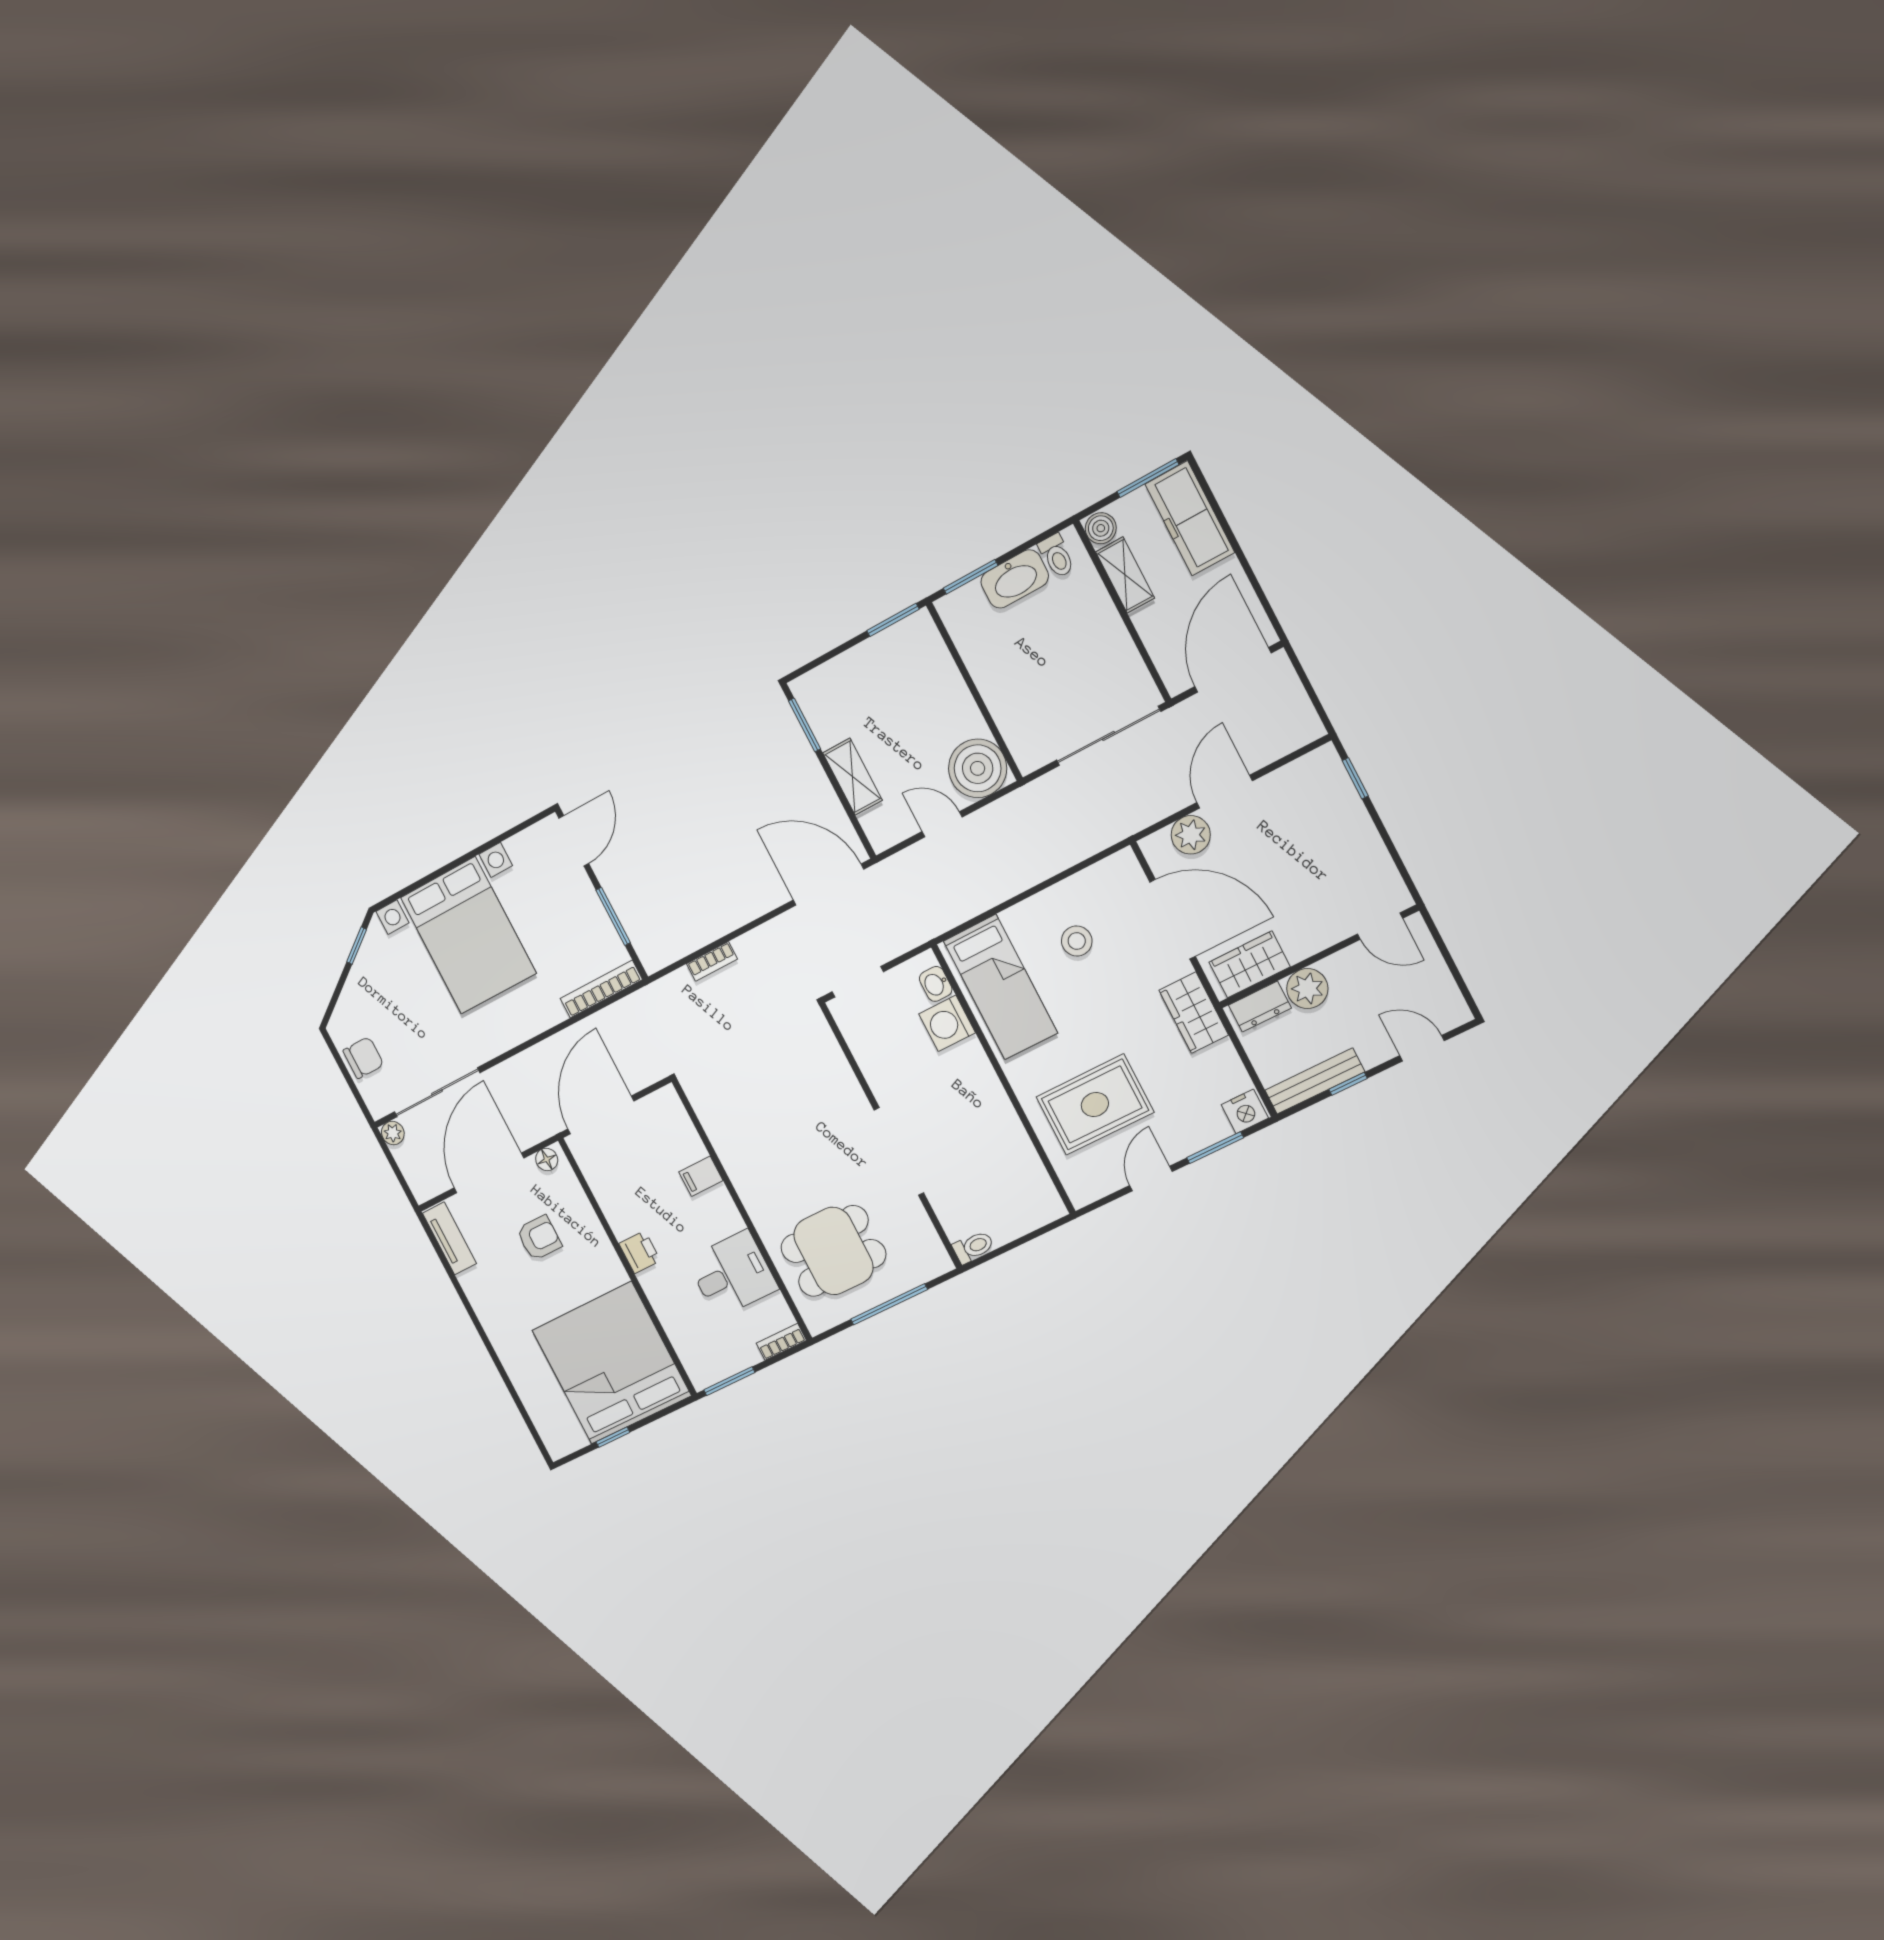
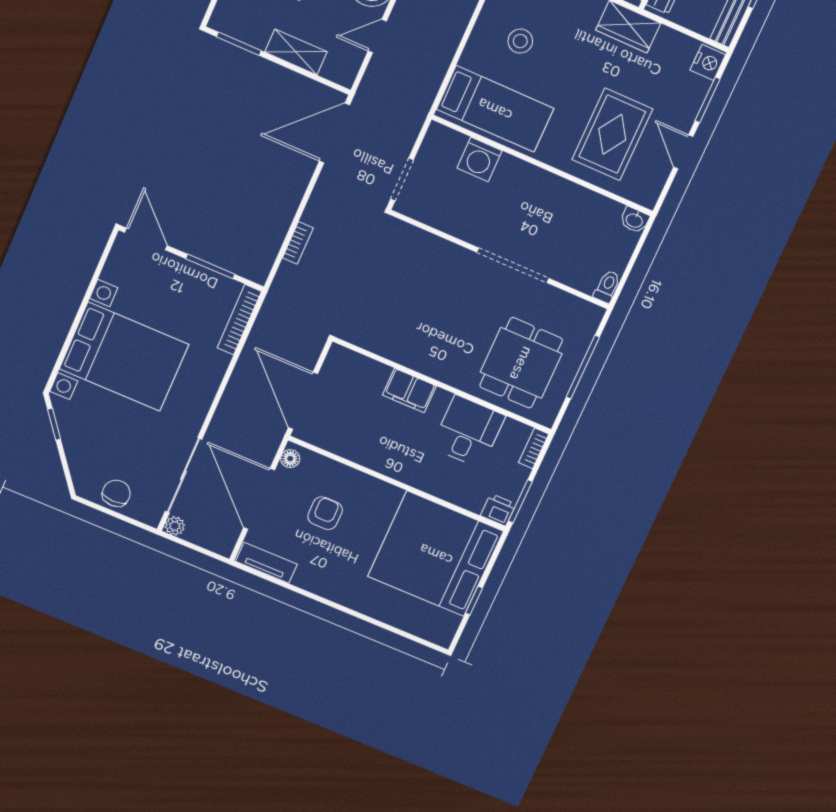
washbasin: (936, 984) -> (634, 220), moved
filing cabinet: (701, 1176) -> (409, 390), width x2.00
printer: (640, 1252) -> (498, 510), moved

